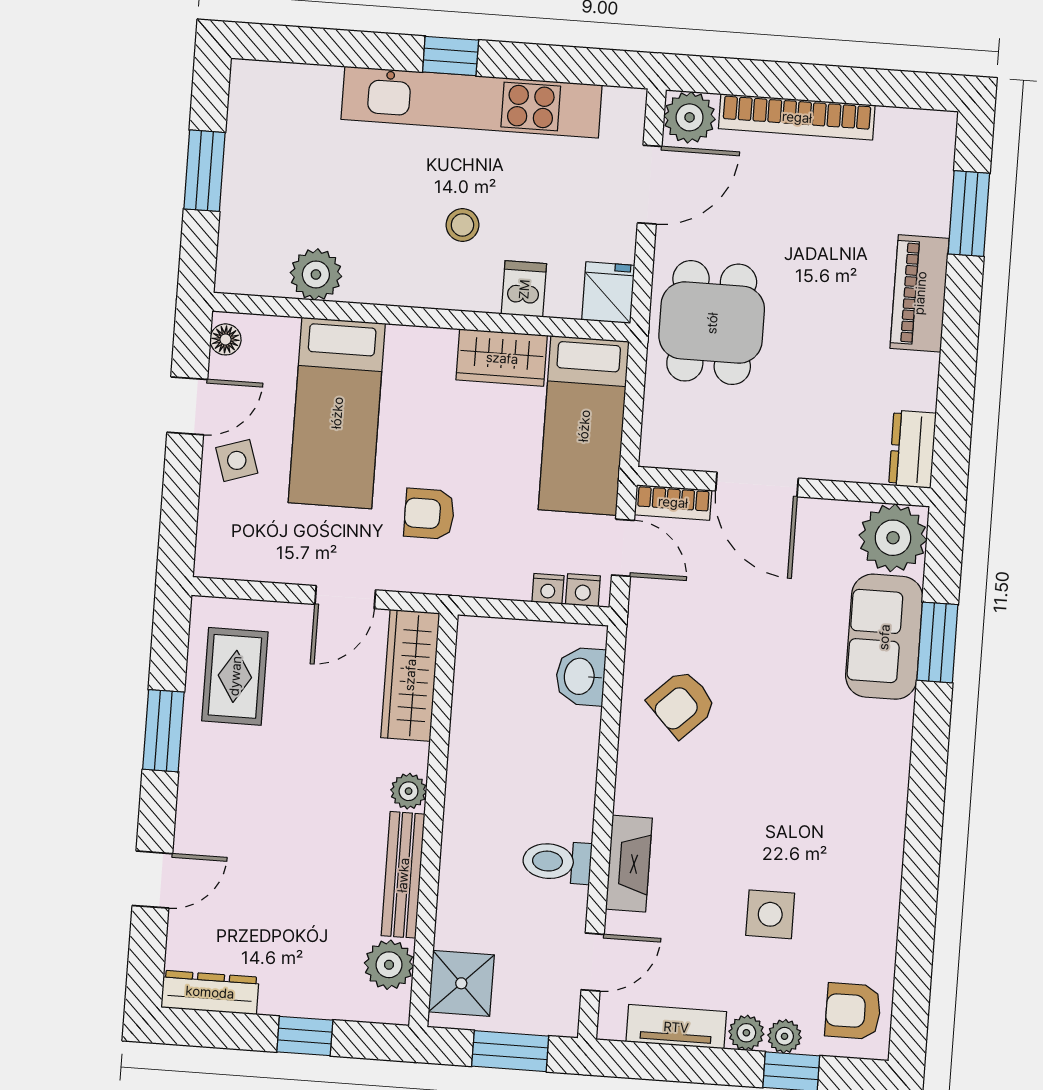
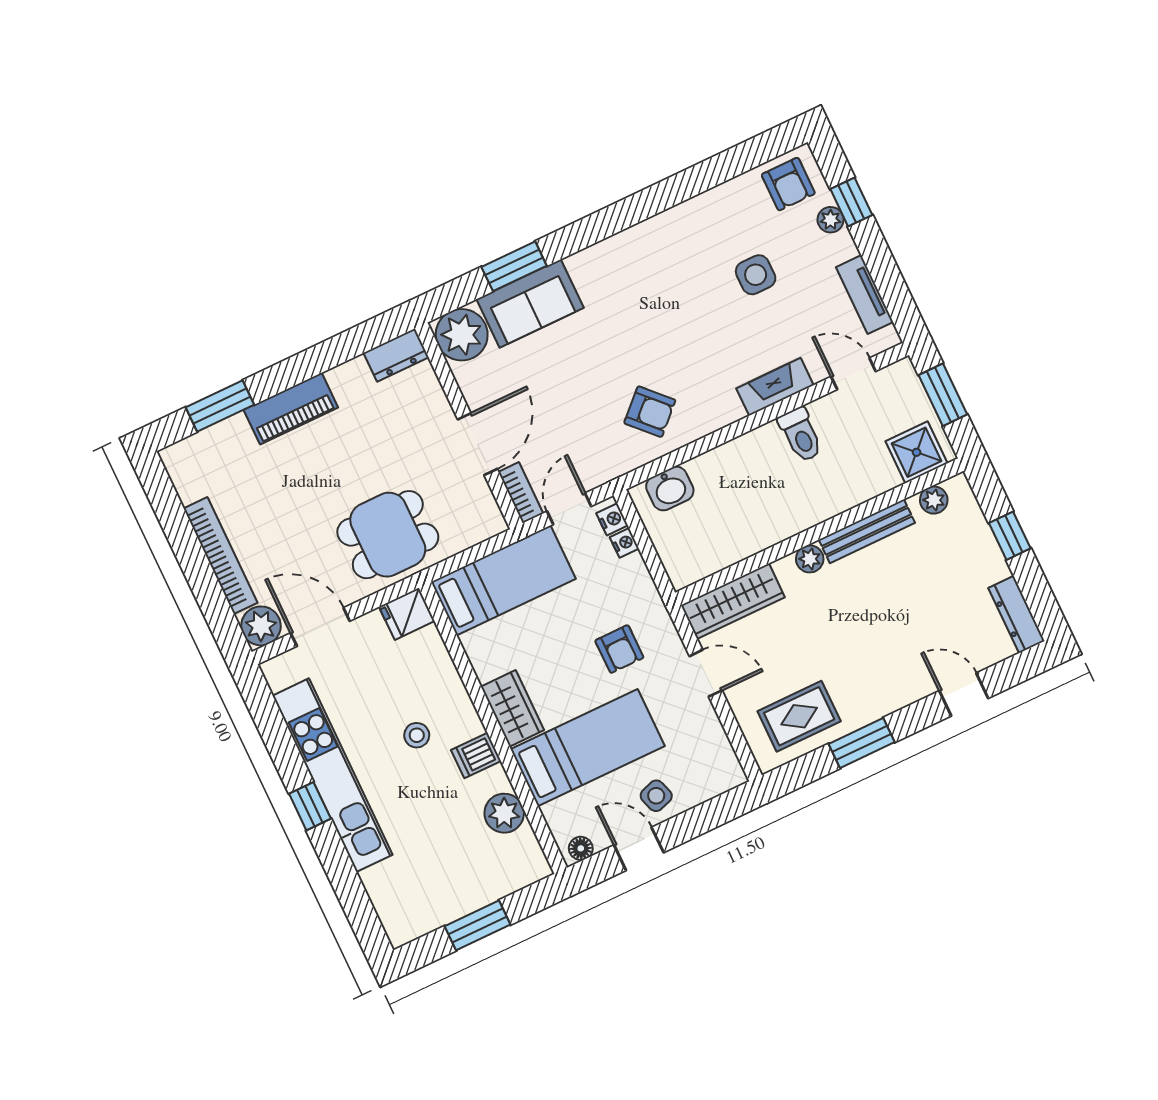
dishwasher: (524, 289) -> (476, 756), moved
wardrobe: (502, 358) -> (512, 708), moved
plant: (389, 965) -> (934, 500), width x0.73, depth x0.73
plant: (746, 1033) -> (842, 246), removed

